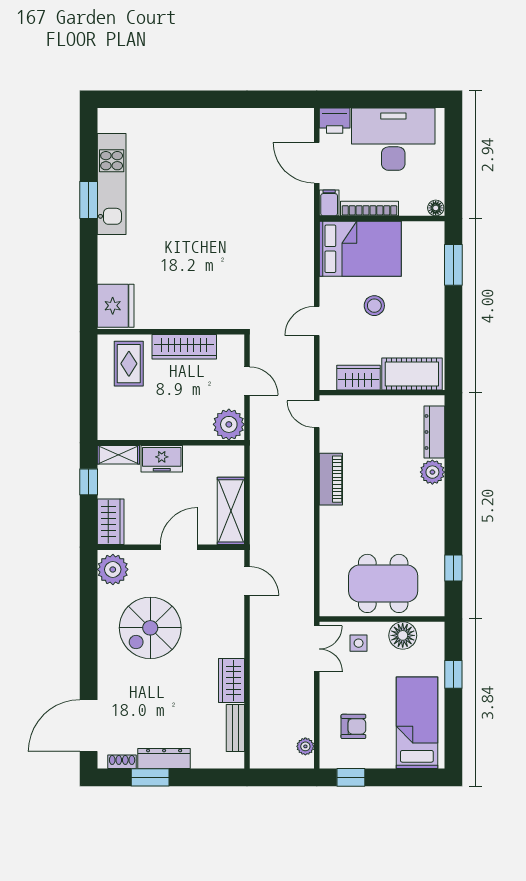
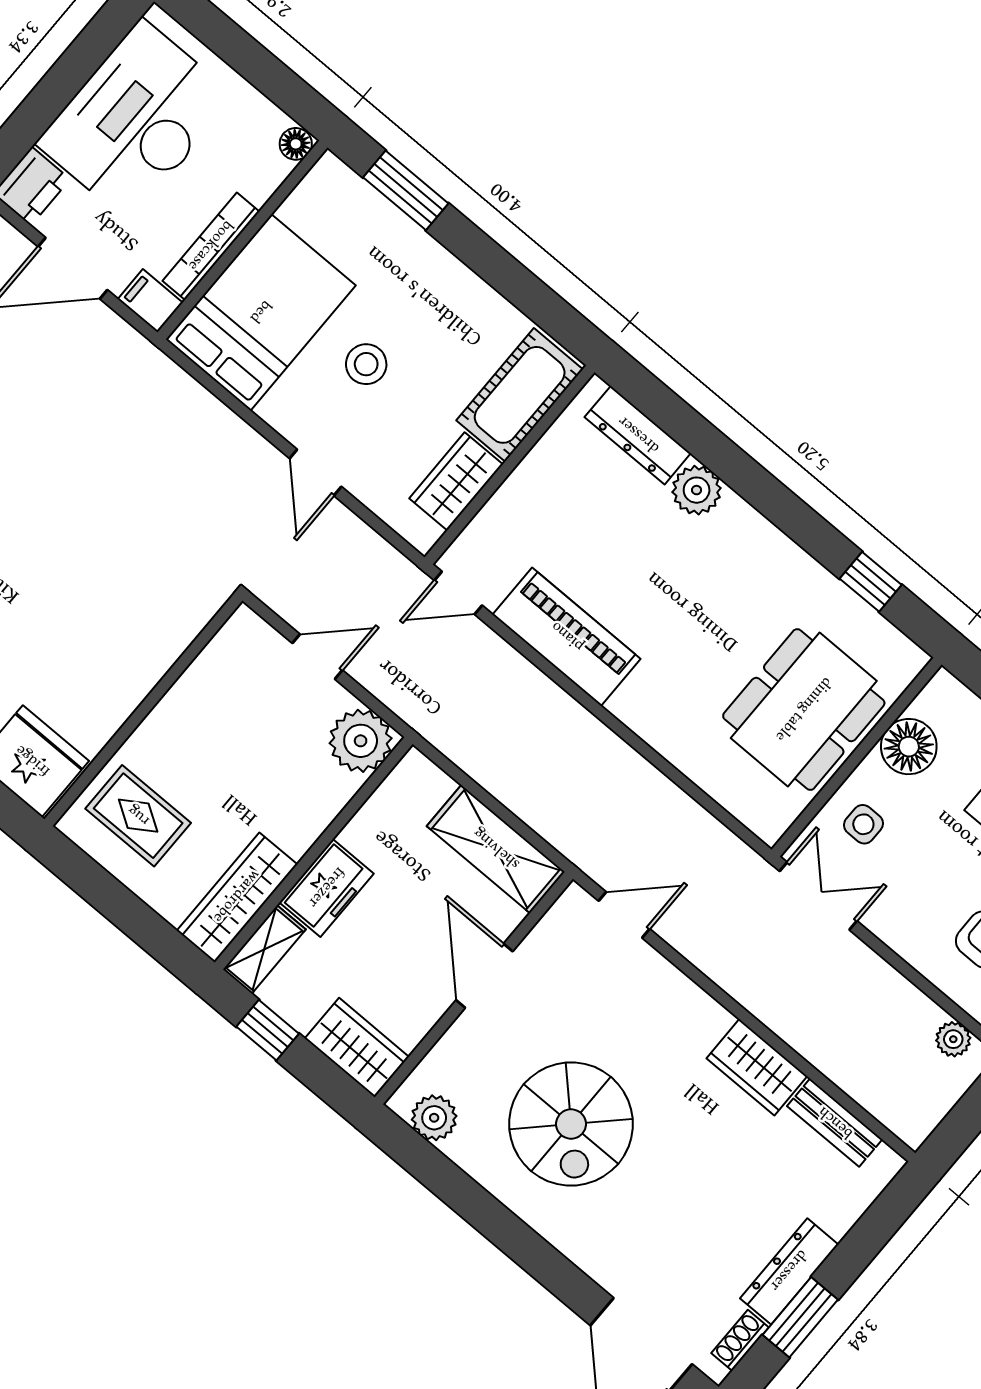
wardrobe: (184, 347) -> (237, 897), moved, turned 180
piano: (331, 479) -> (567, 637), width x1.37, depth x1.33
plant: (113, 569) -> (434, 1118), width x0.73, depth x0.73

